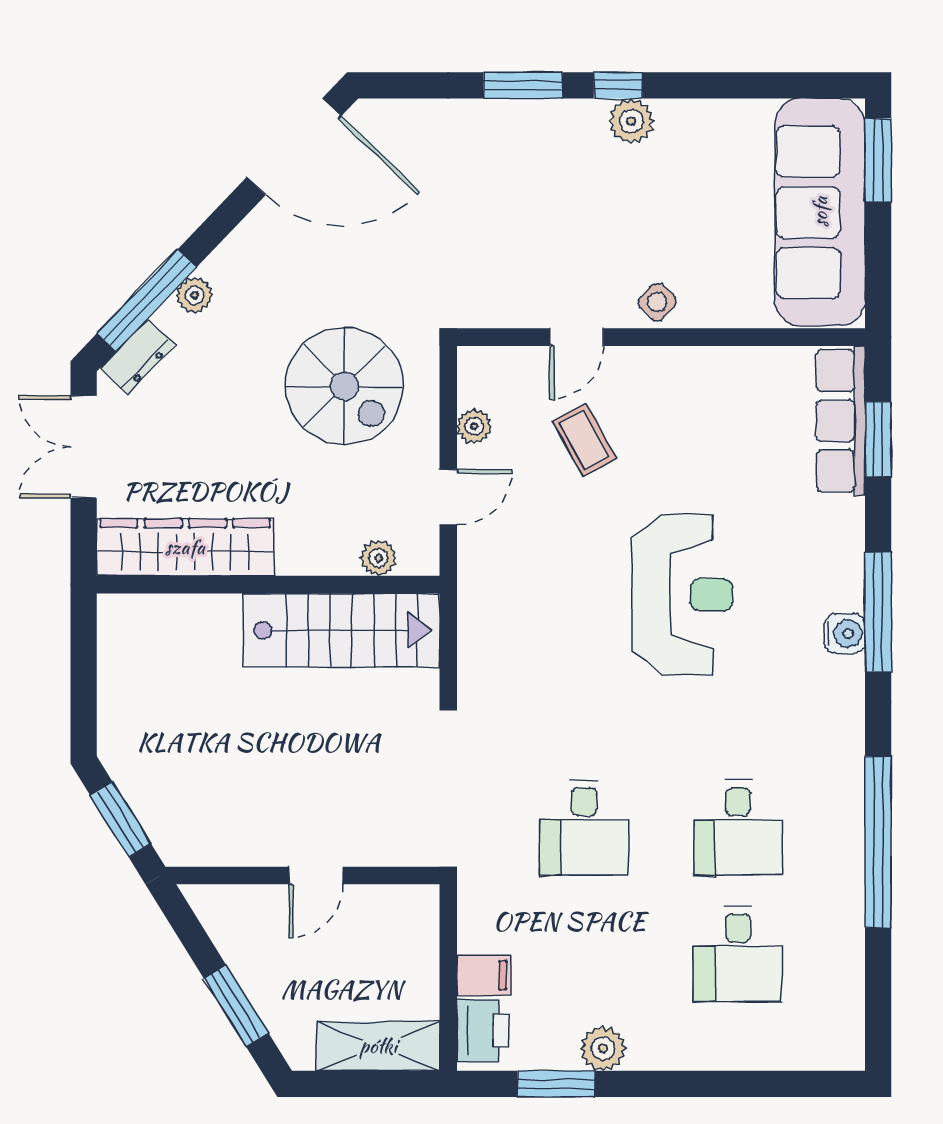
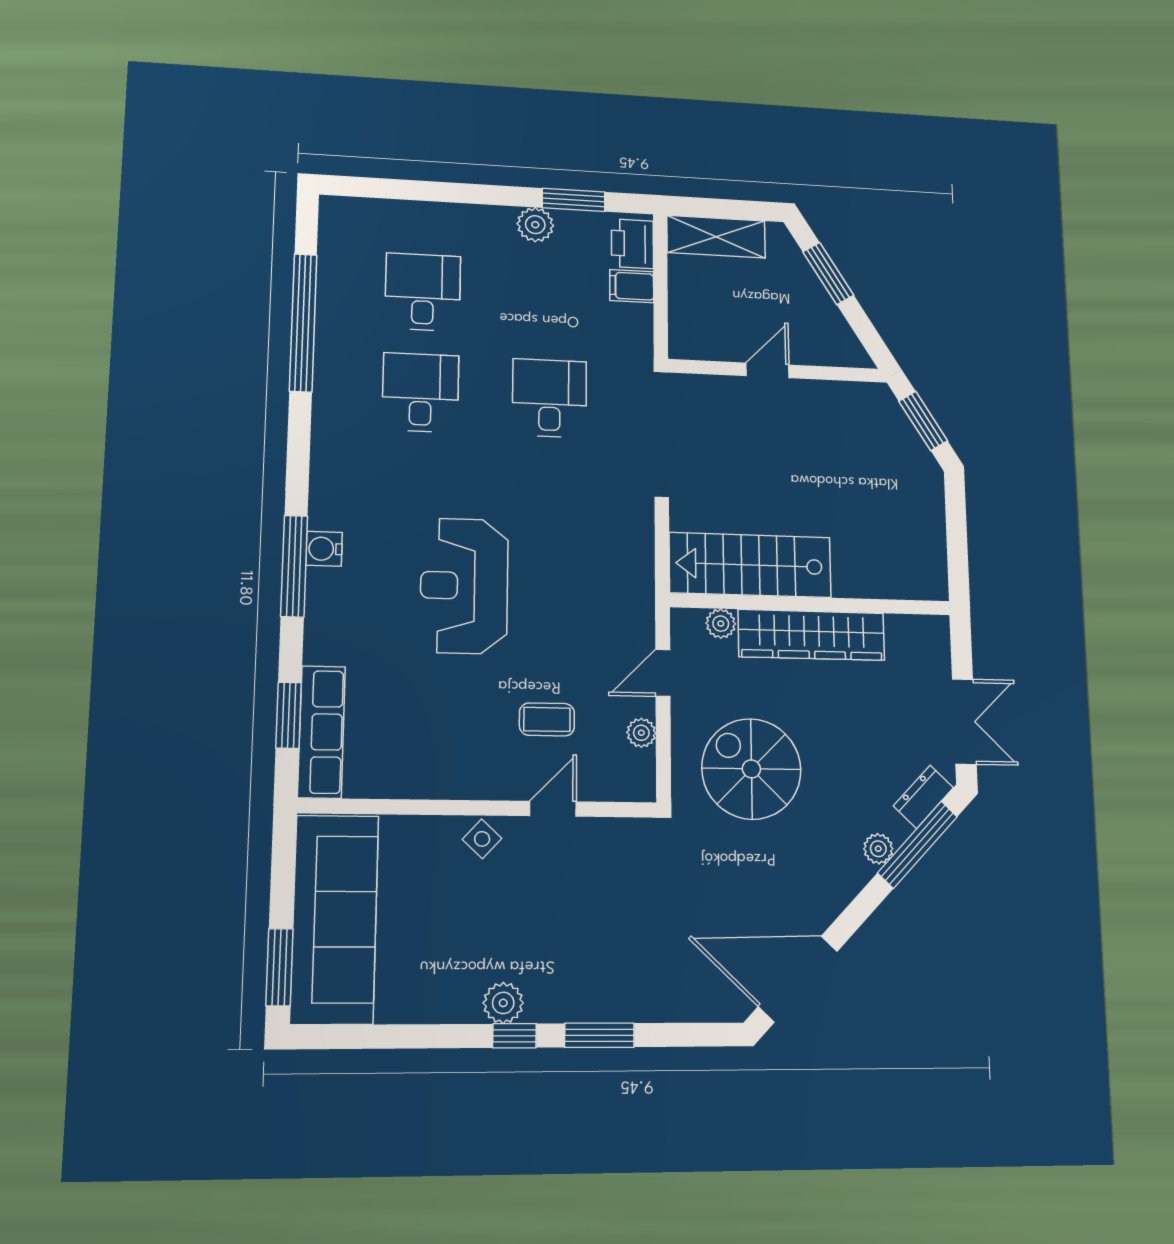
coffee table: (584, 440) -> (547, 719), turned -61
wardrobe: (185, 547) -> (812, 635), moved
window: (878, 842) -> (303, 323), moved

